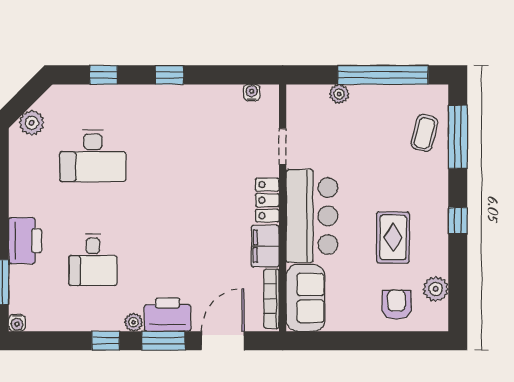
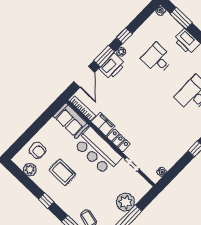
plant: (339, 94) -> (125, 202), width x1.88, depth x1.88

